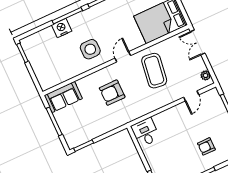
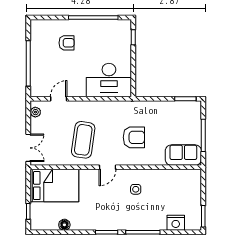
nightstand: (62, 28) -> (176, 223), moved
side table: (90, 49) -> (136, 189), width x0.54, depth x0.54
desk: (145, 132) -> (109, 80), width x1.87, depth x1.30

